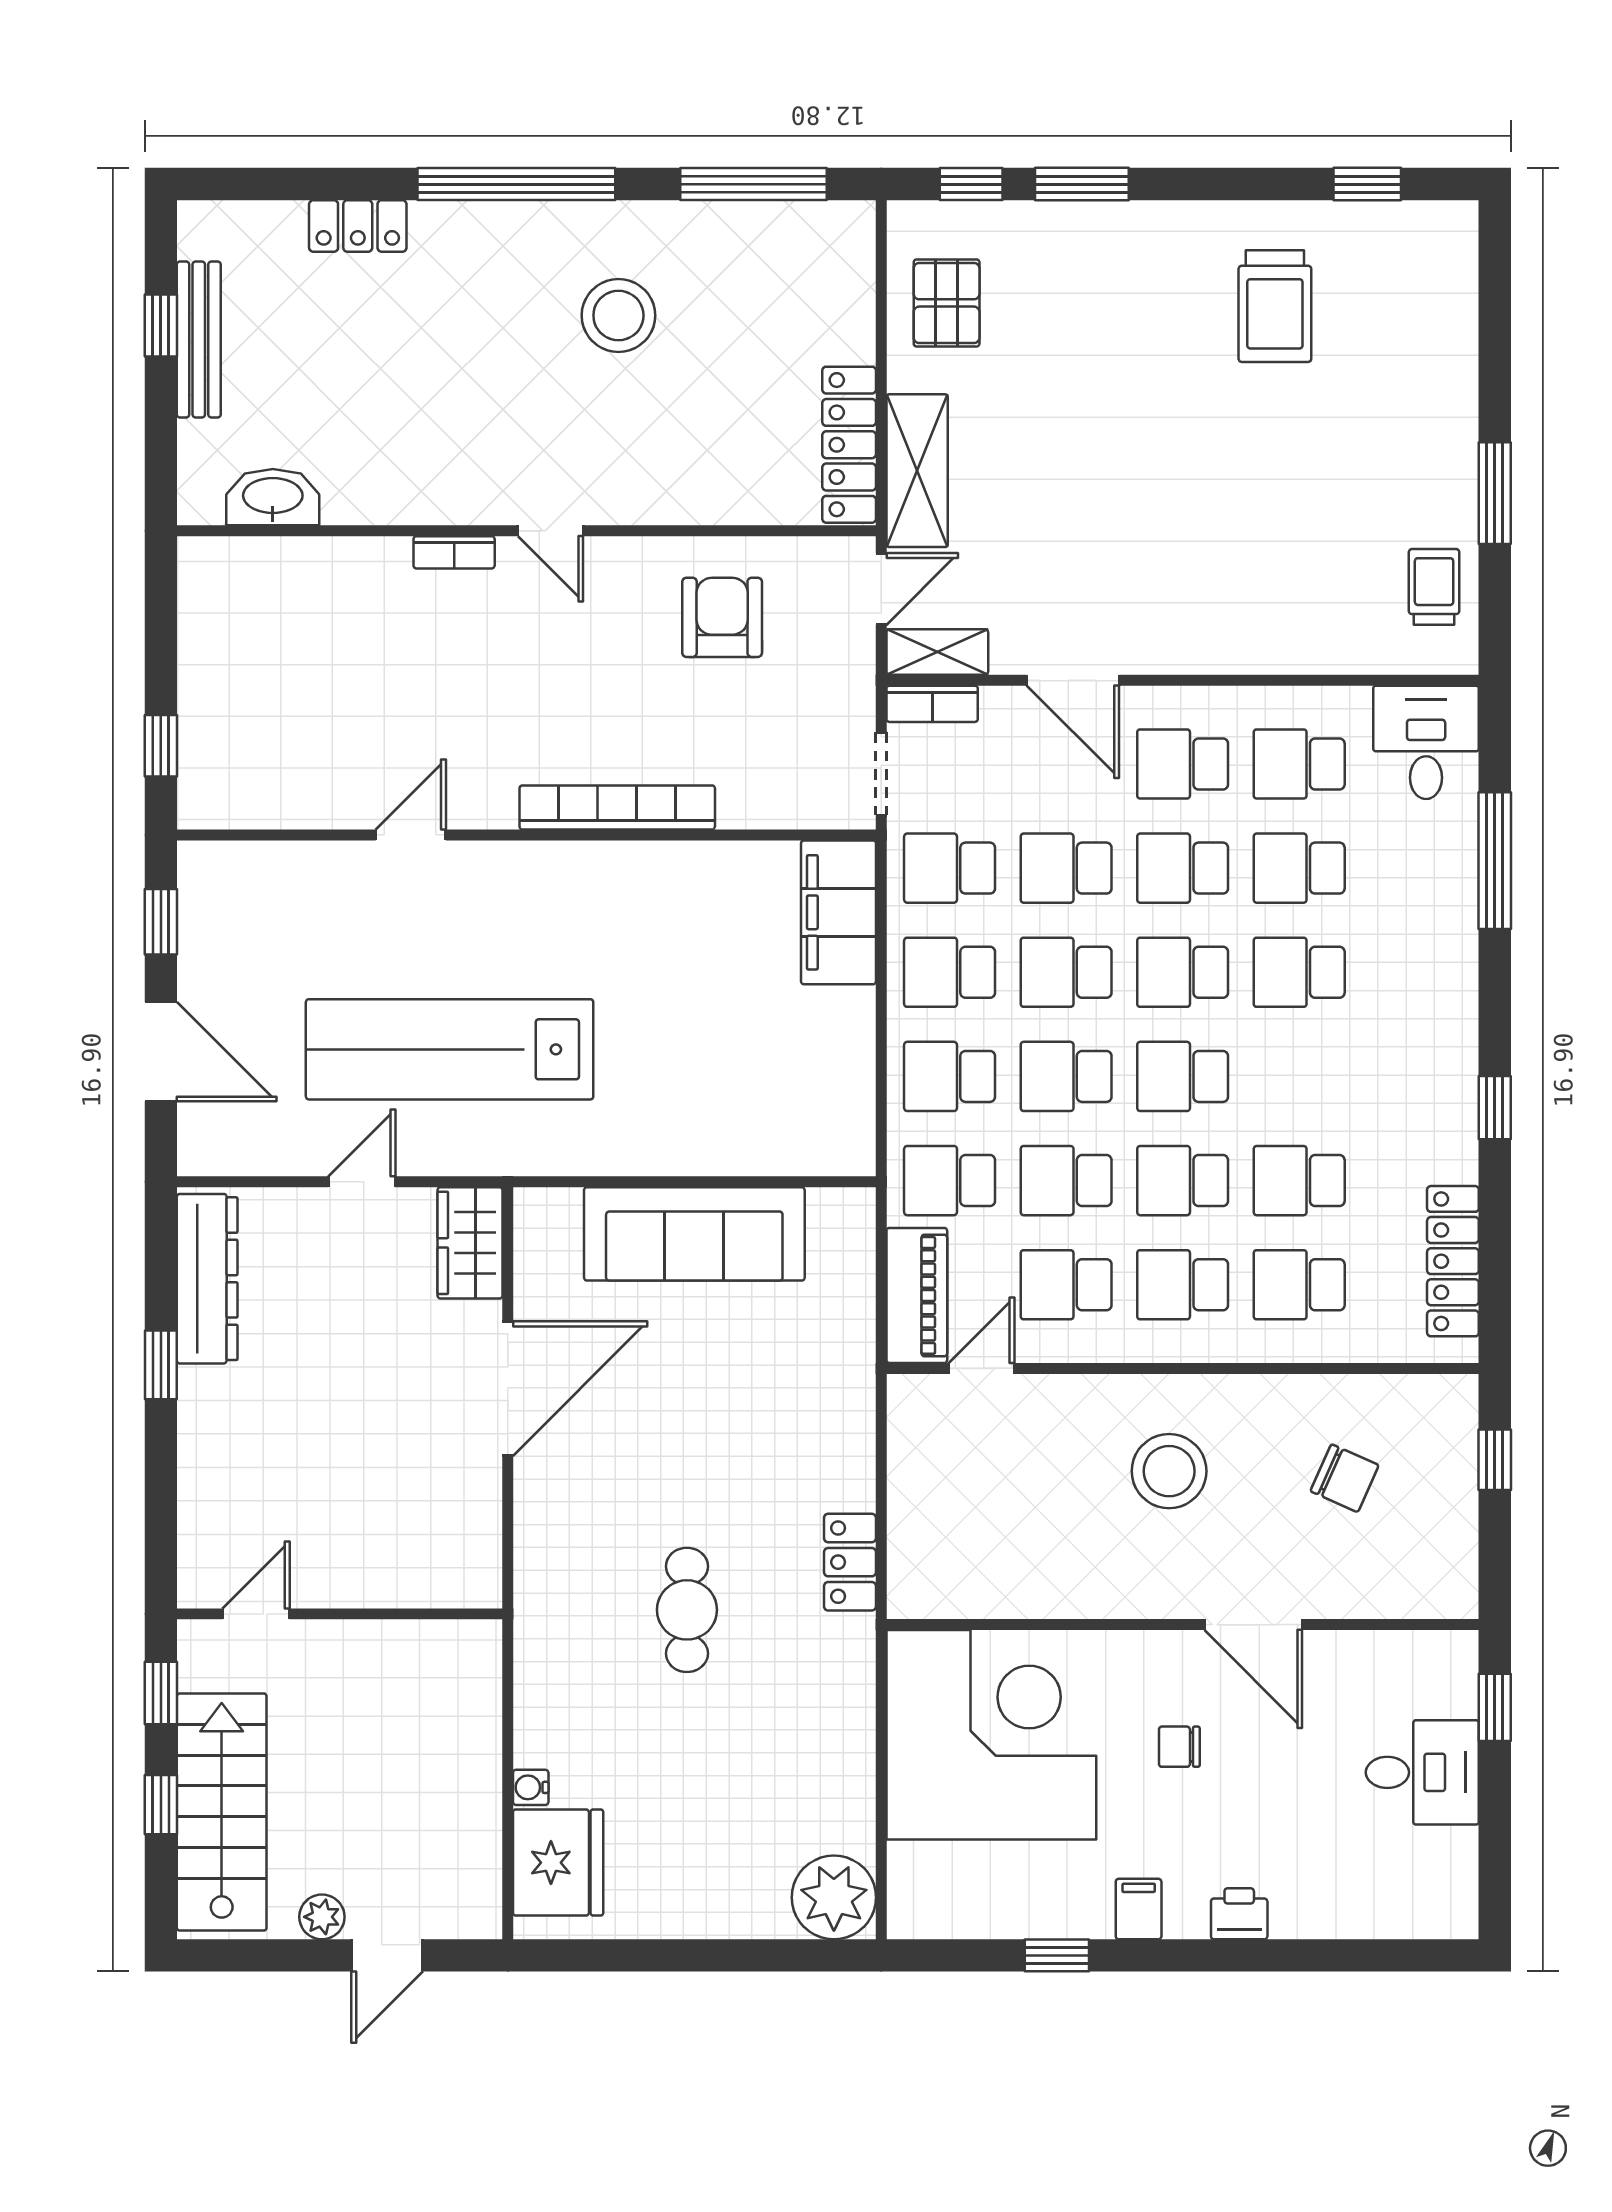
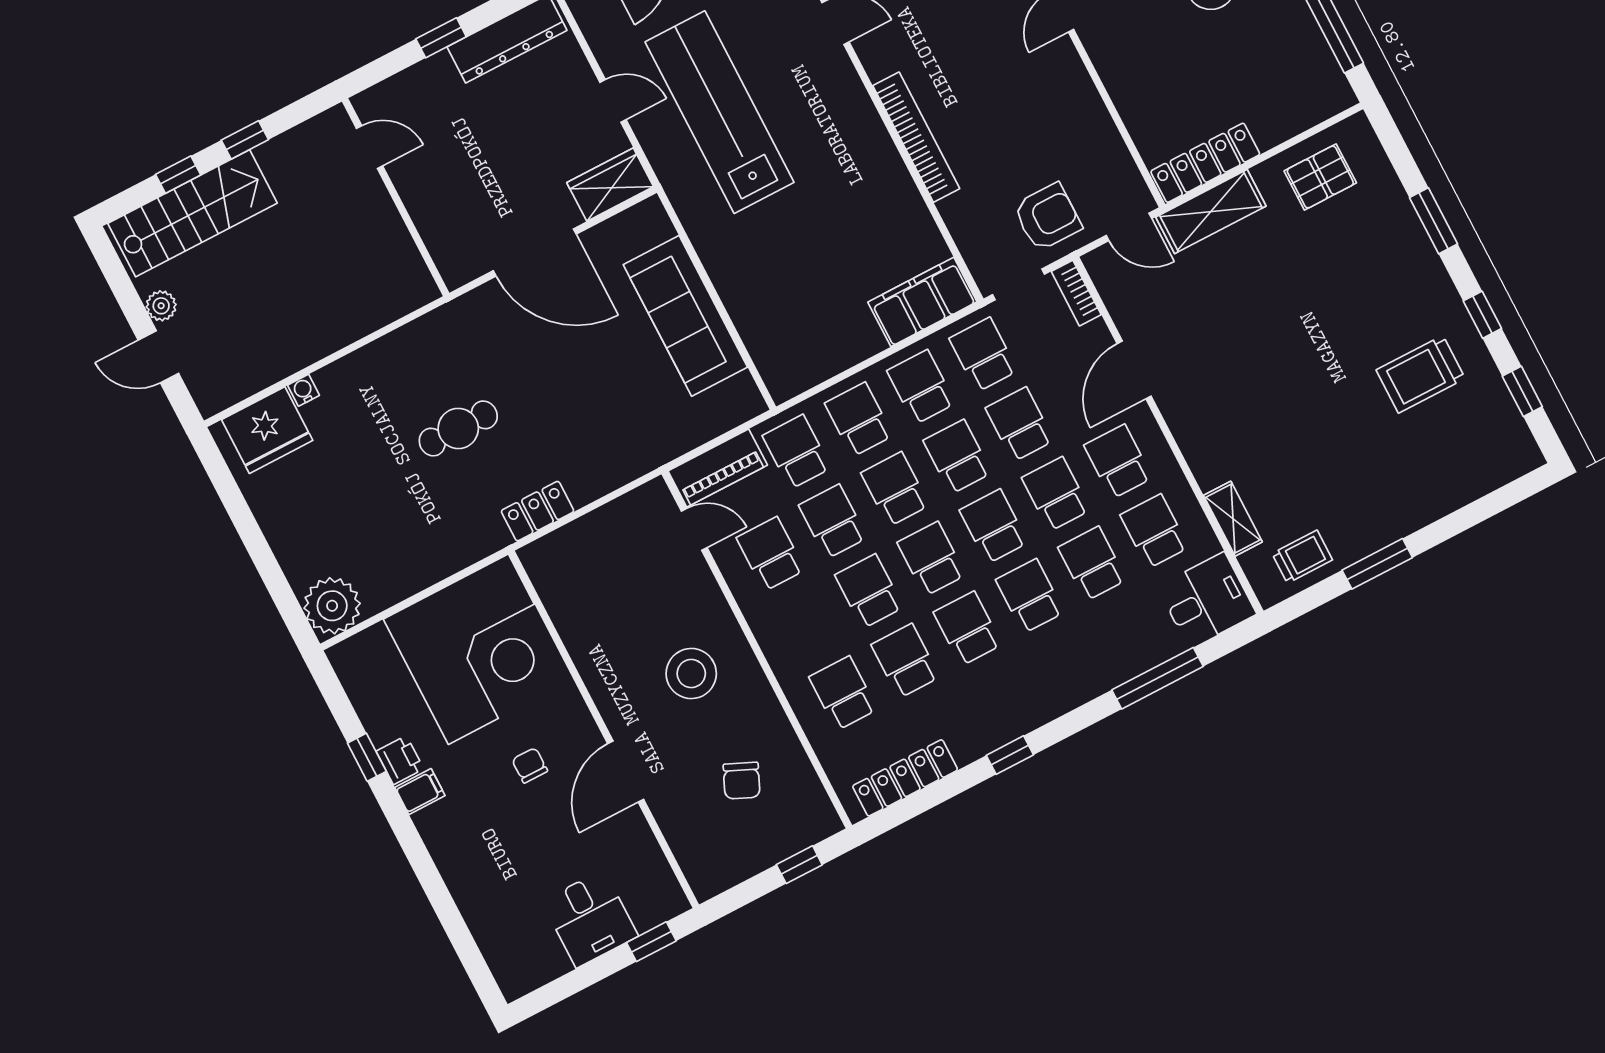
window: (971, 184) -> (1482, 315), moved
armchair: (722, 617) -> (1047, 217), moved
shelving: (937, 652) -> (1233, 519), moved
school desk: (1183, 1285) -> (968, 628), moved
door: (256, 1614) -> (370, 147), moved
wall: (340, 1614) -> (396, 197), moved
printer: (1239, 1914) -> (400, 760), moved

